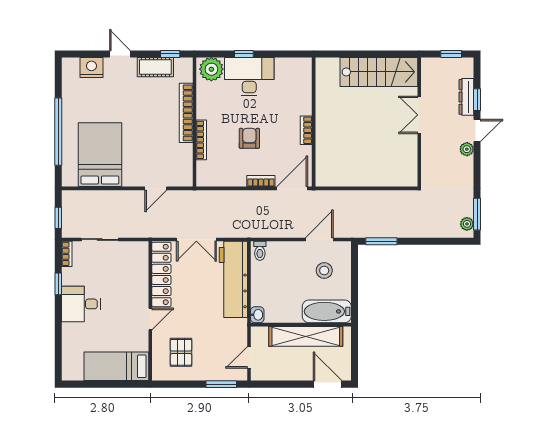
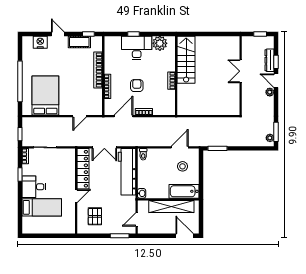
plant: (211, 69) -> (160, 43), moved
stairs: (379, 72) -> (186, 60), moved, turned -90
door: (477, 130) -> (276, 81), swing flipped
door: (292, 188) -> (123, 116), moved
bed: (116, 366) -> (42, 207), moved, turned 180

